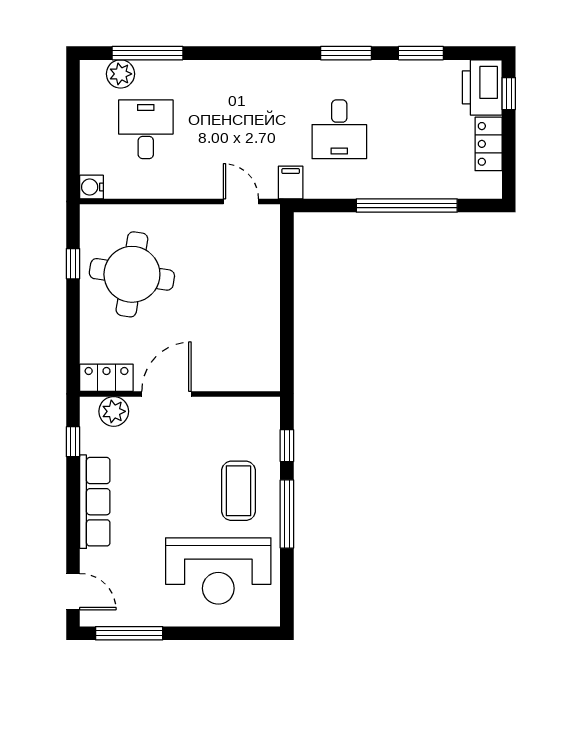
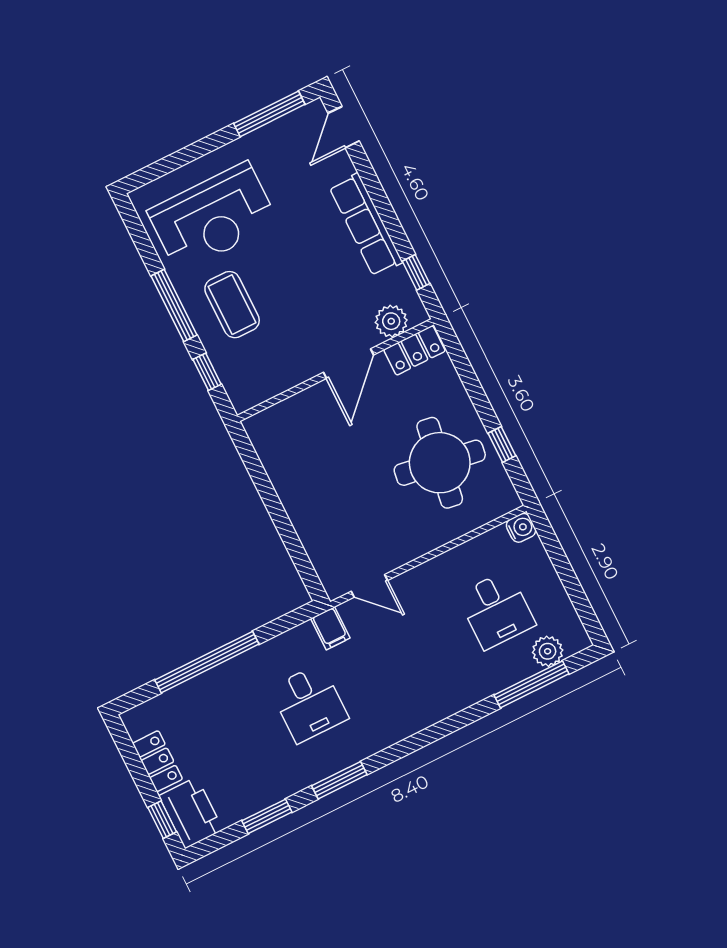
desk: (339, 129) -> (309, 703), turned 180
reception desk: (218, 571) -> (213, 217), turned 180
door: (73, 592) -> (344, 127), hinge flipped

